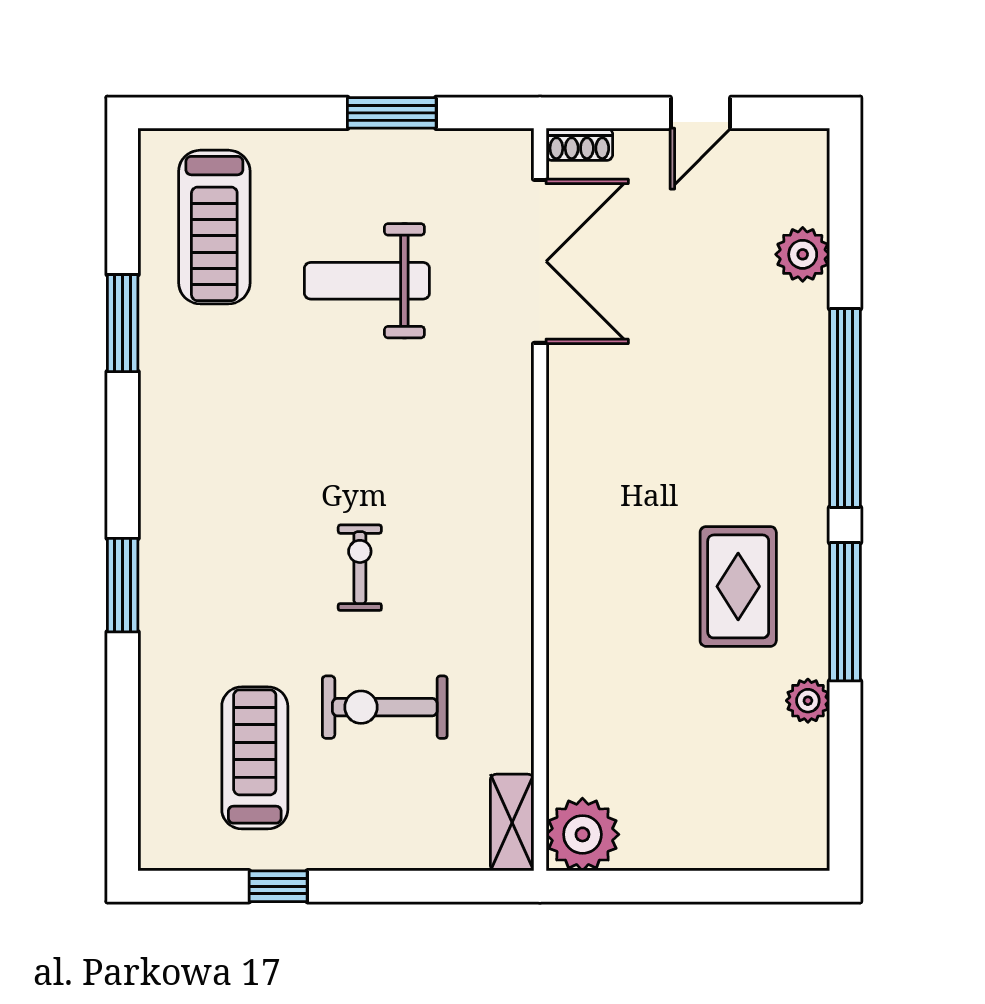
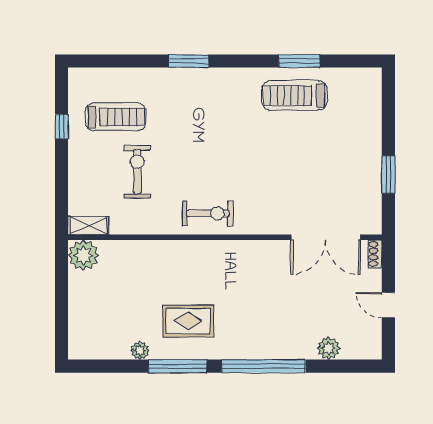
treadmill: (214, 227) -> (294, 95), moved
weight bench: (367, 281) -> (317, 164), removed
exercise bike: (360, 568) -> (208, 213), moved, width x1.38, depth x1.39

